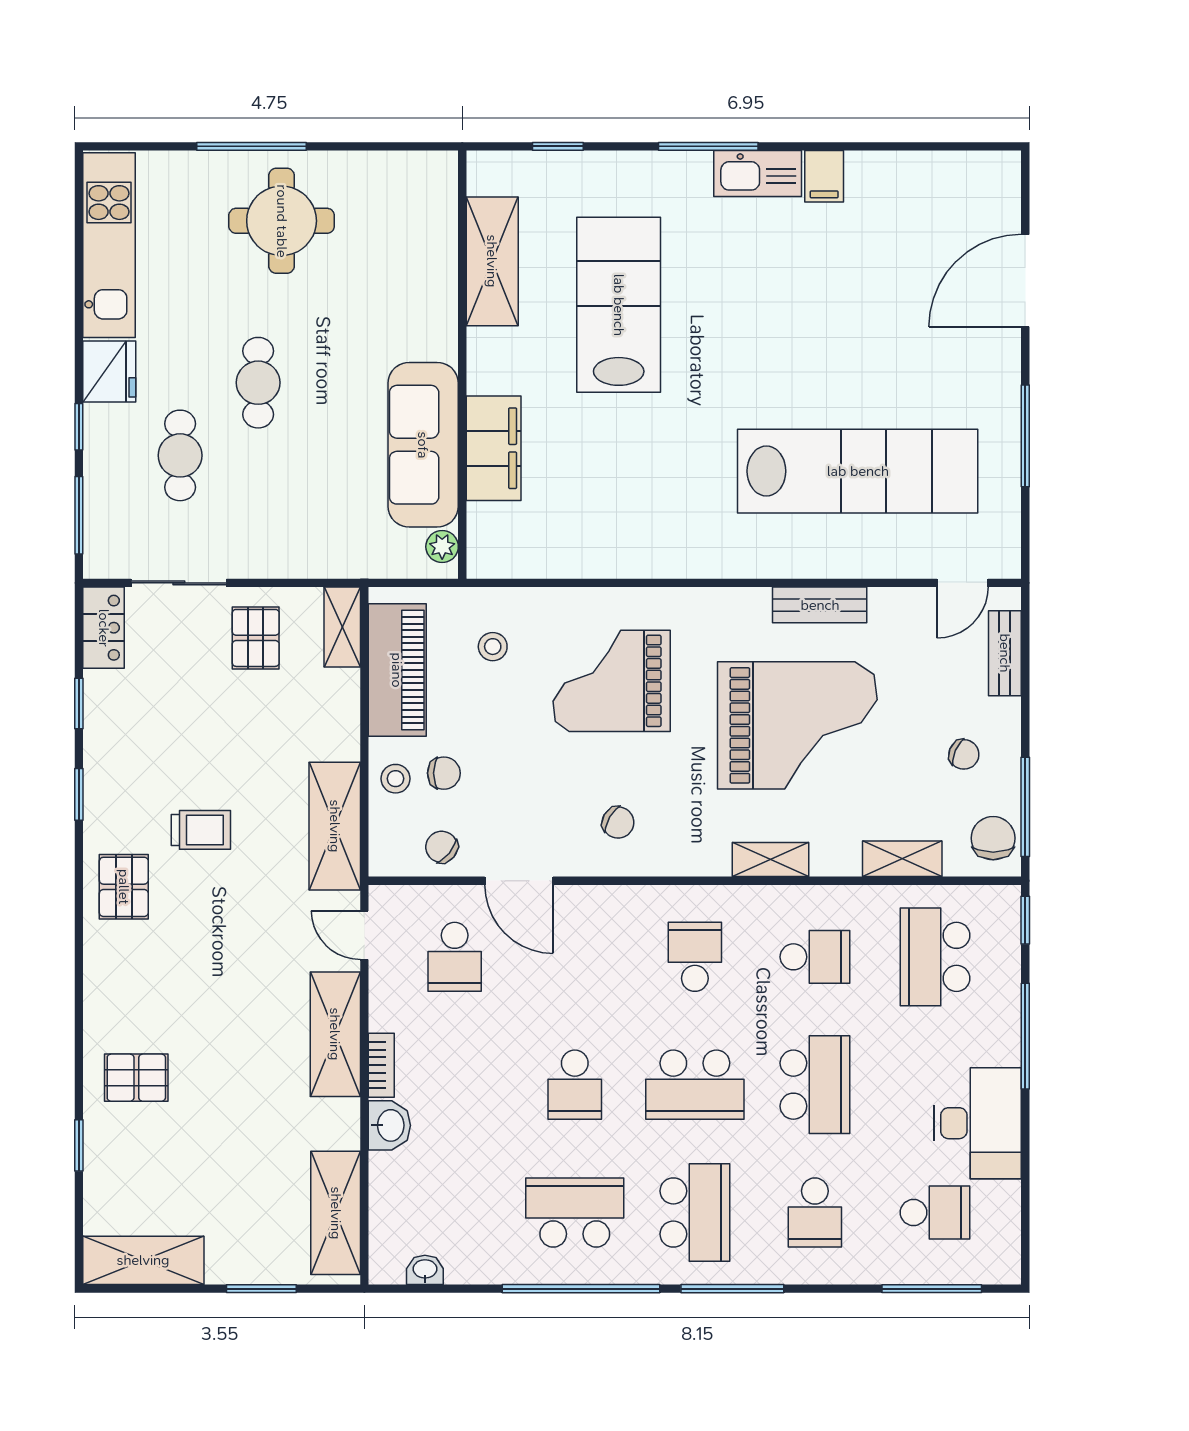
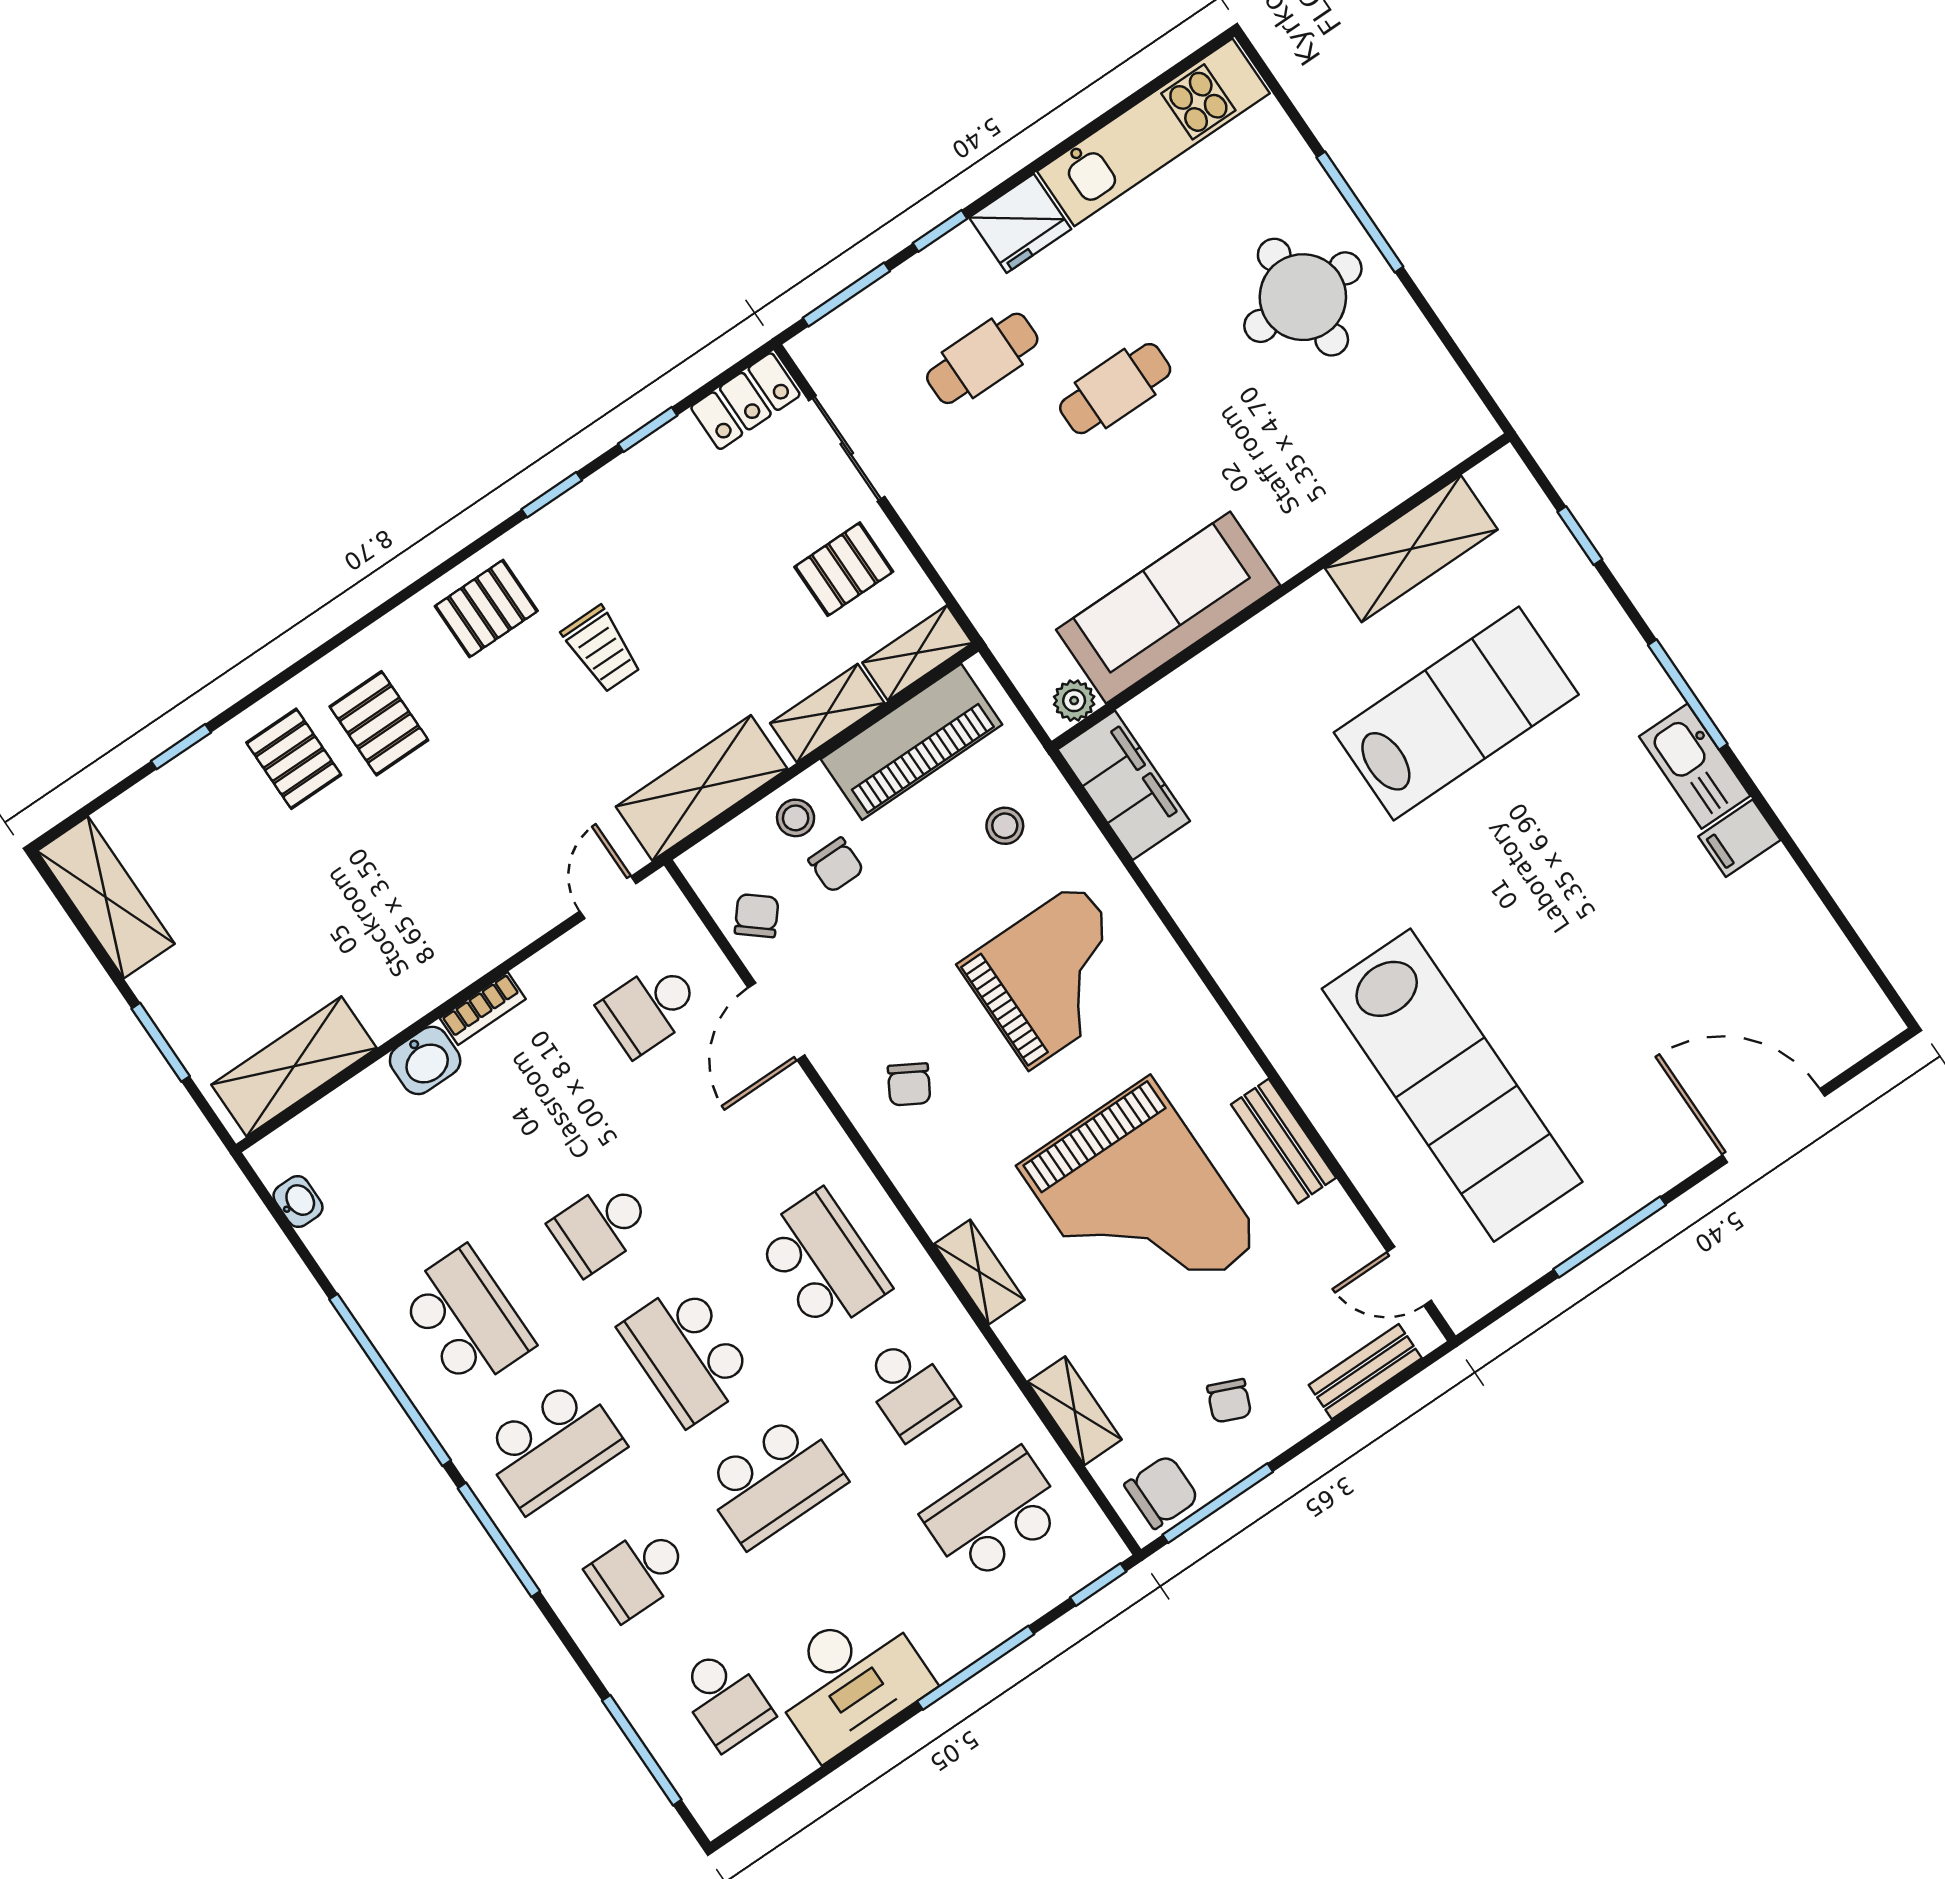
filing cabinet: (494, 448) -> (1124, 785), moved, turned -90
grand piano: (612, 681) -> (1054, 976), turned 90
school desk: (695, 957) -> (822, 1262), width x1.85
pallet: (151, 1007) -> (379, 723), added
shelving: (335, 1034) -> (827, 713), moved, width x0.67, depth x0.75

